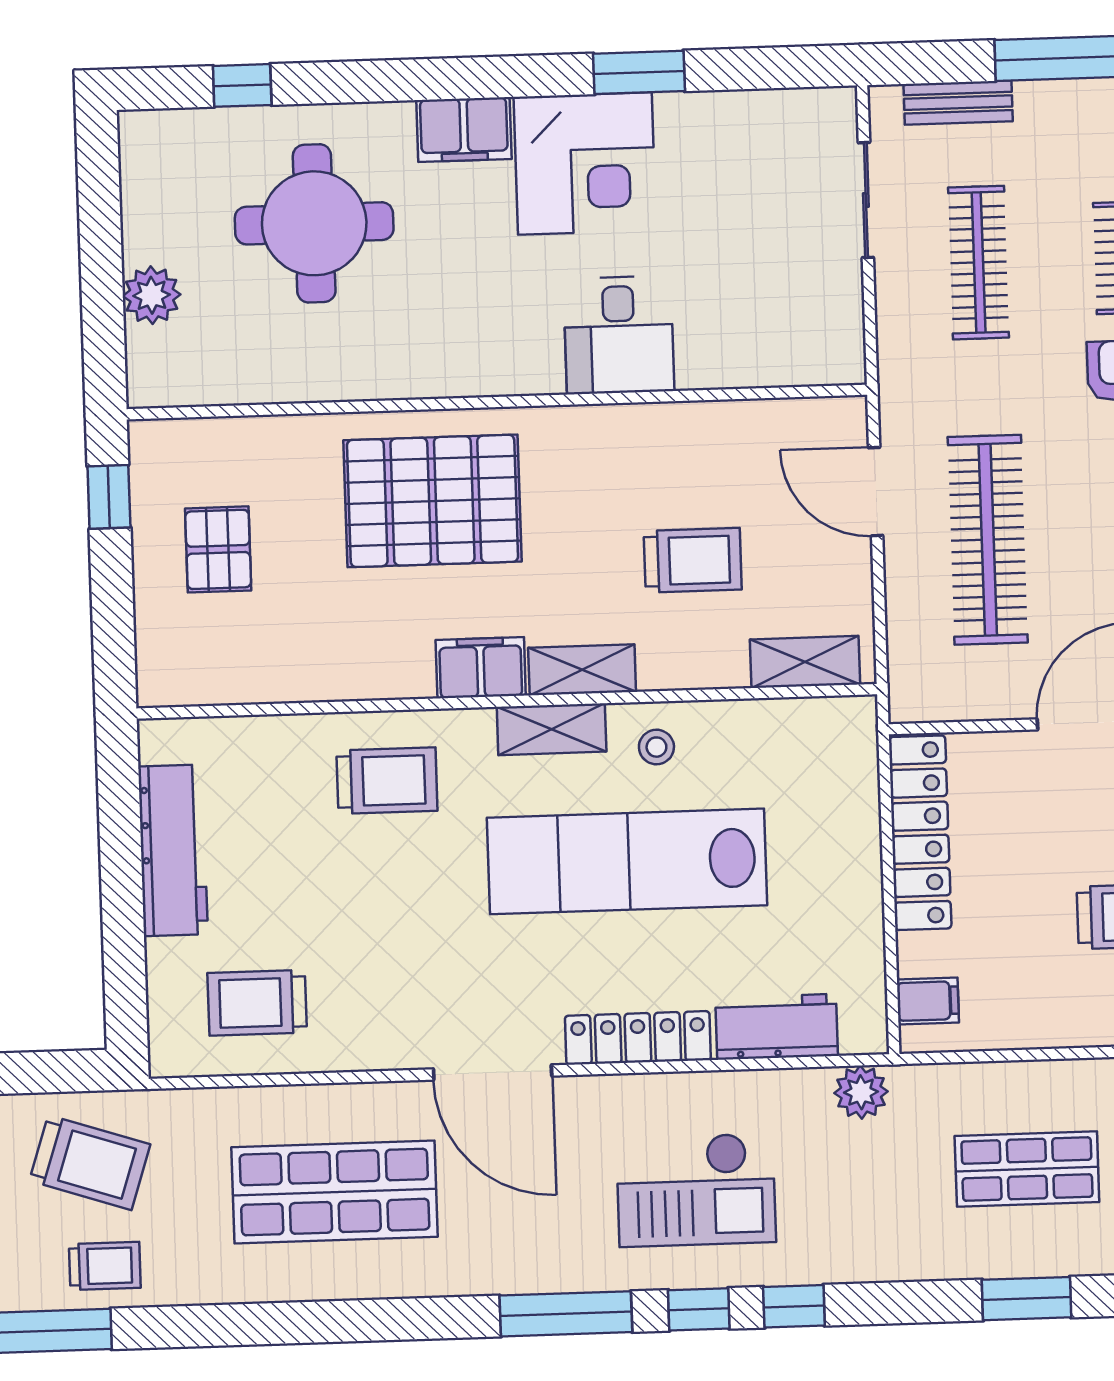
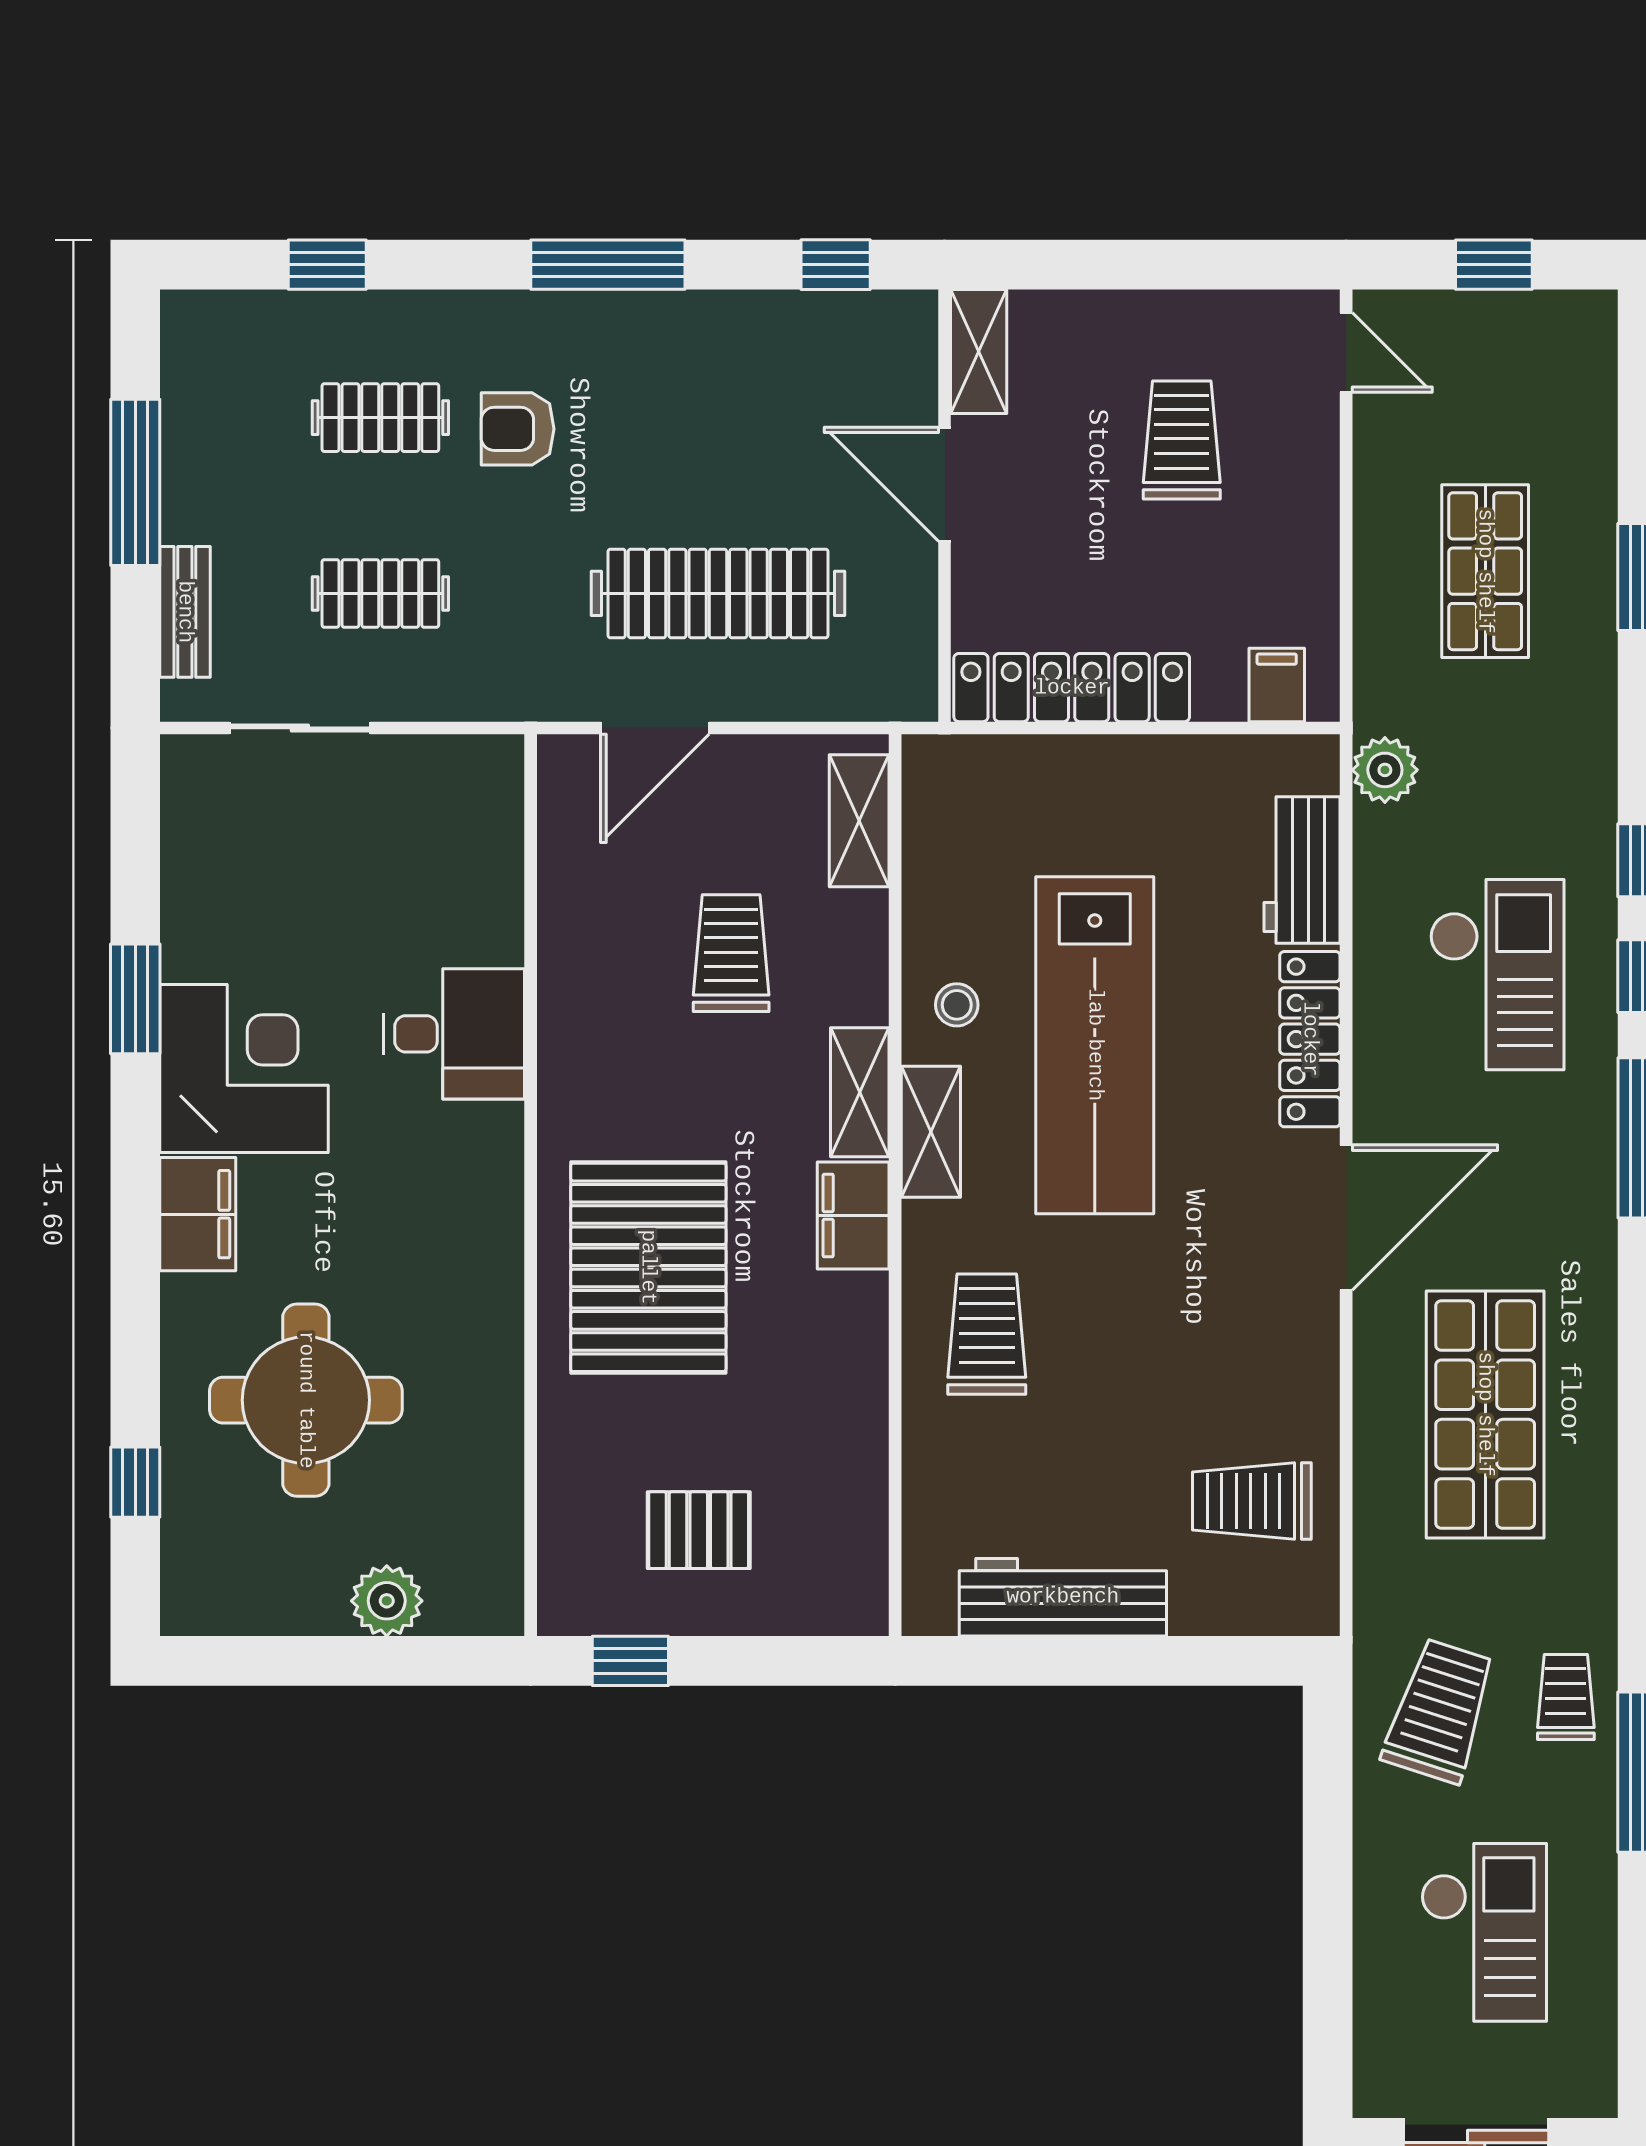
clothes rail: (979, 263) -> (380, 593), width x0.73
trolley: (257, 1003) -> (1252, 1501), turned 90

